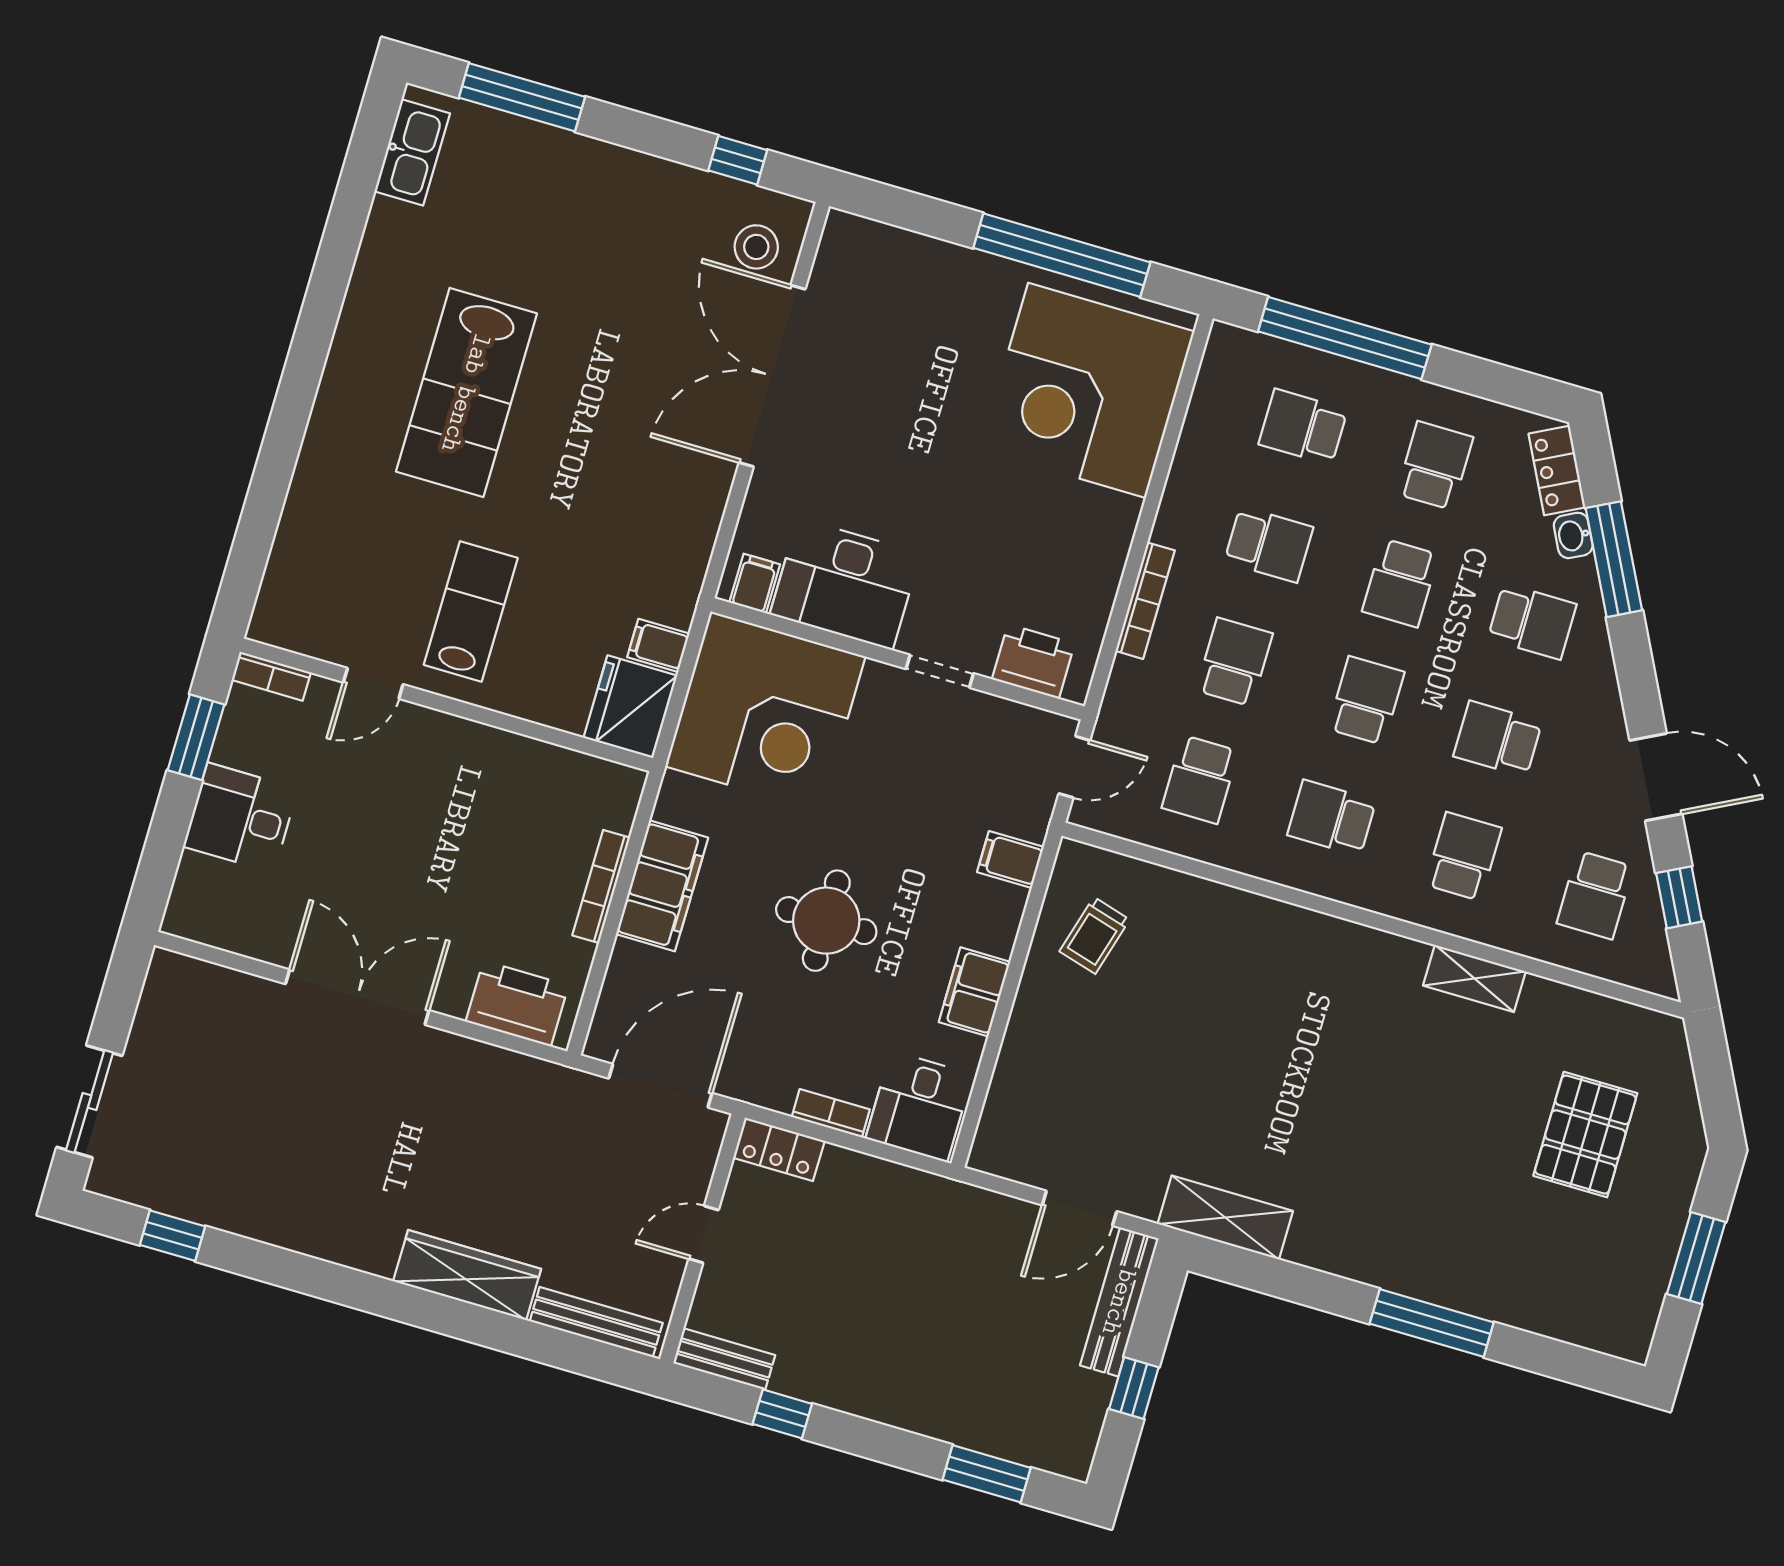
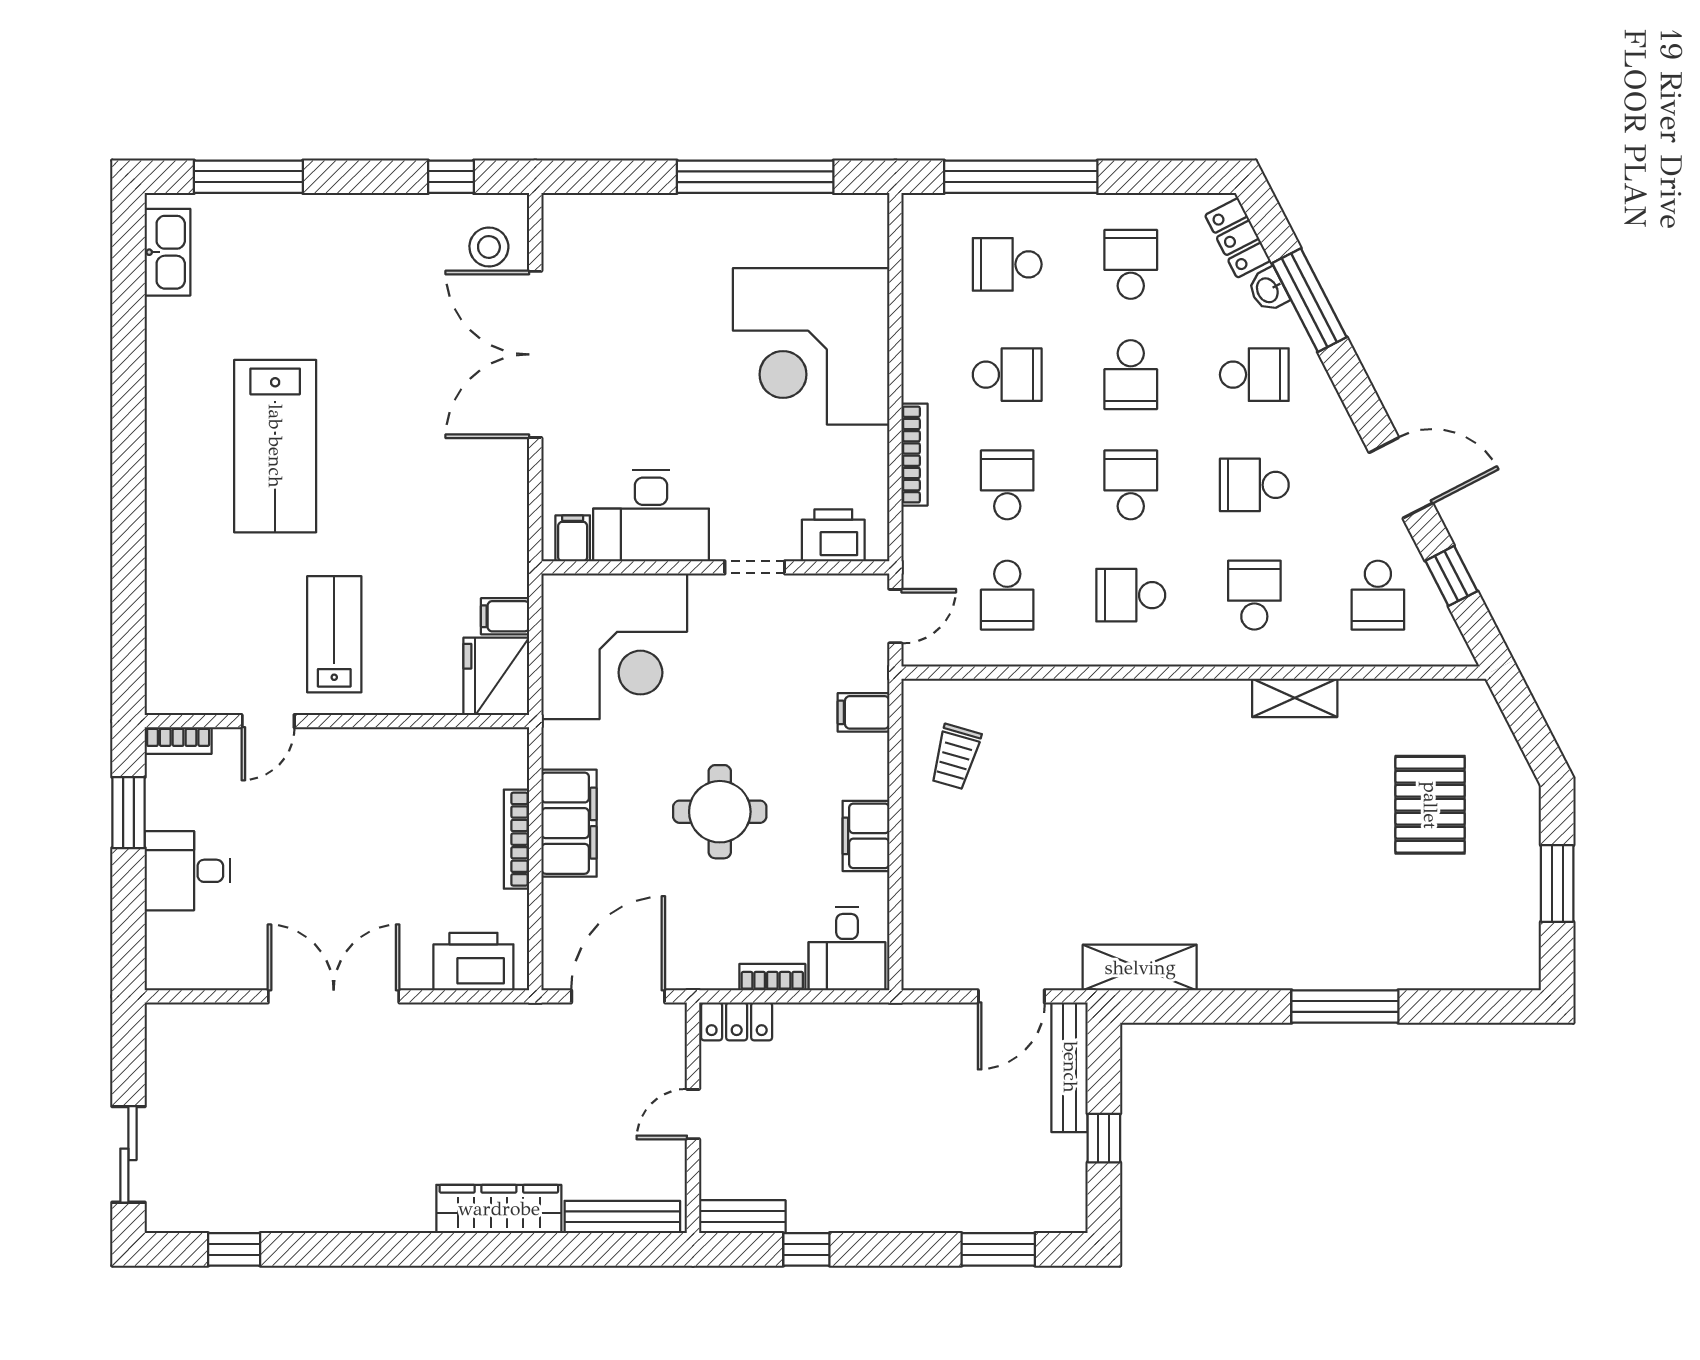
corner desk: (1087, 390) -> (811, 346), moved

